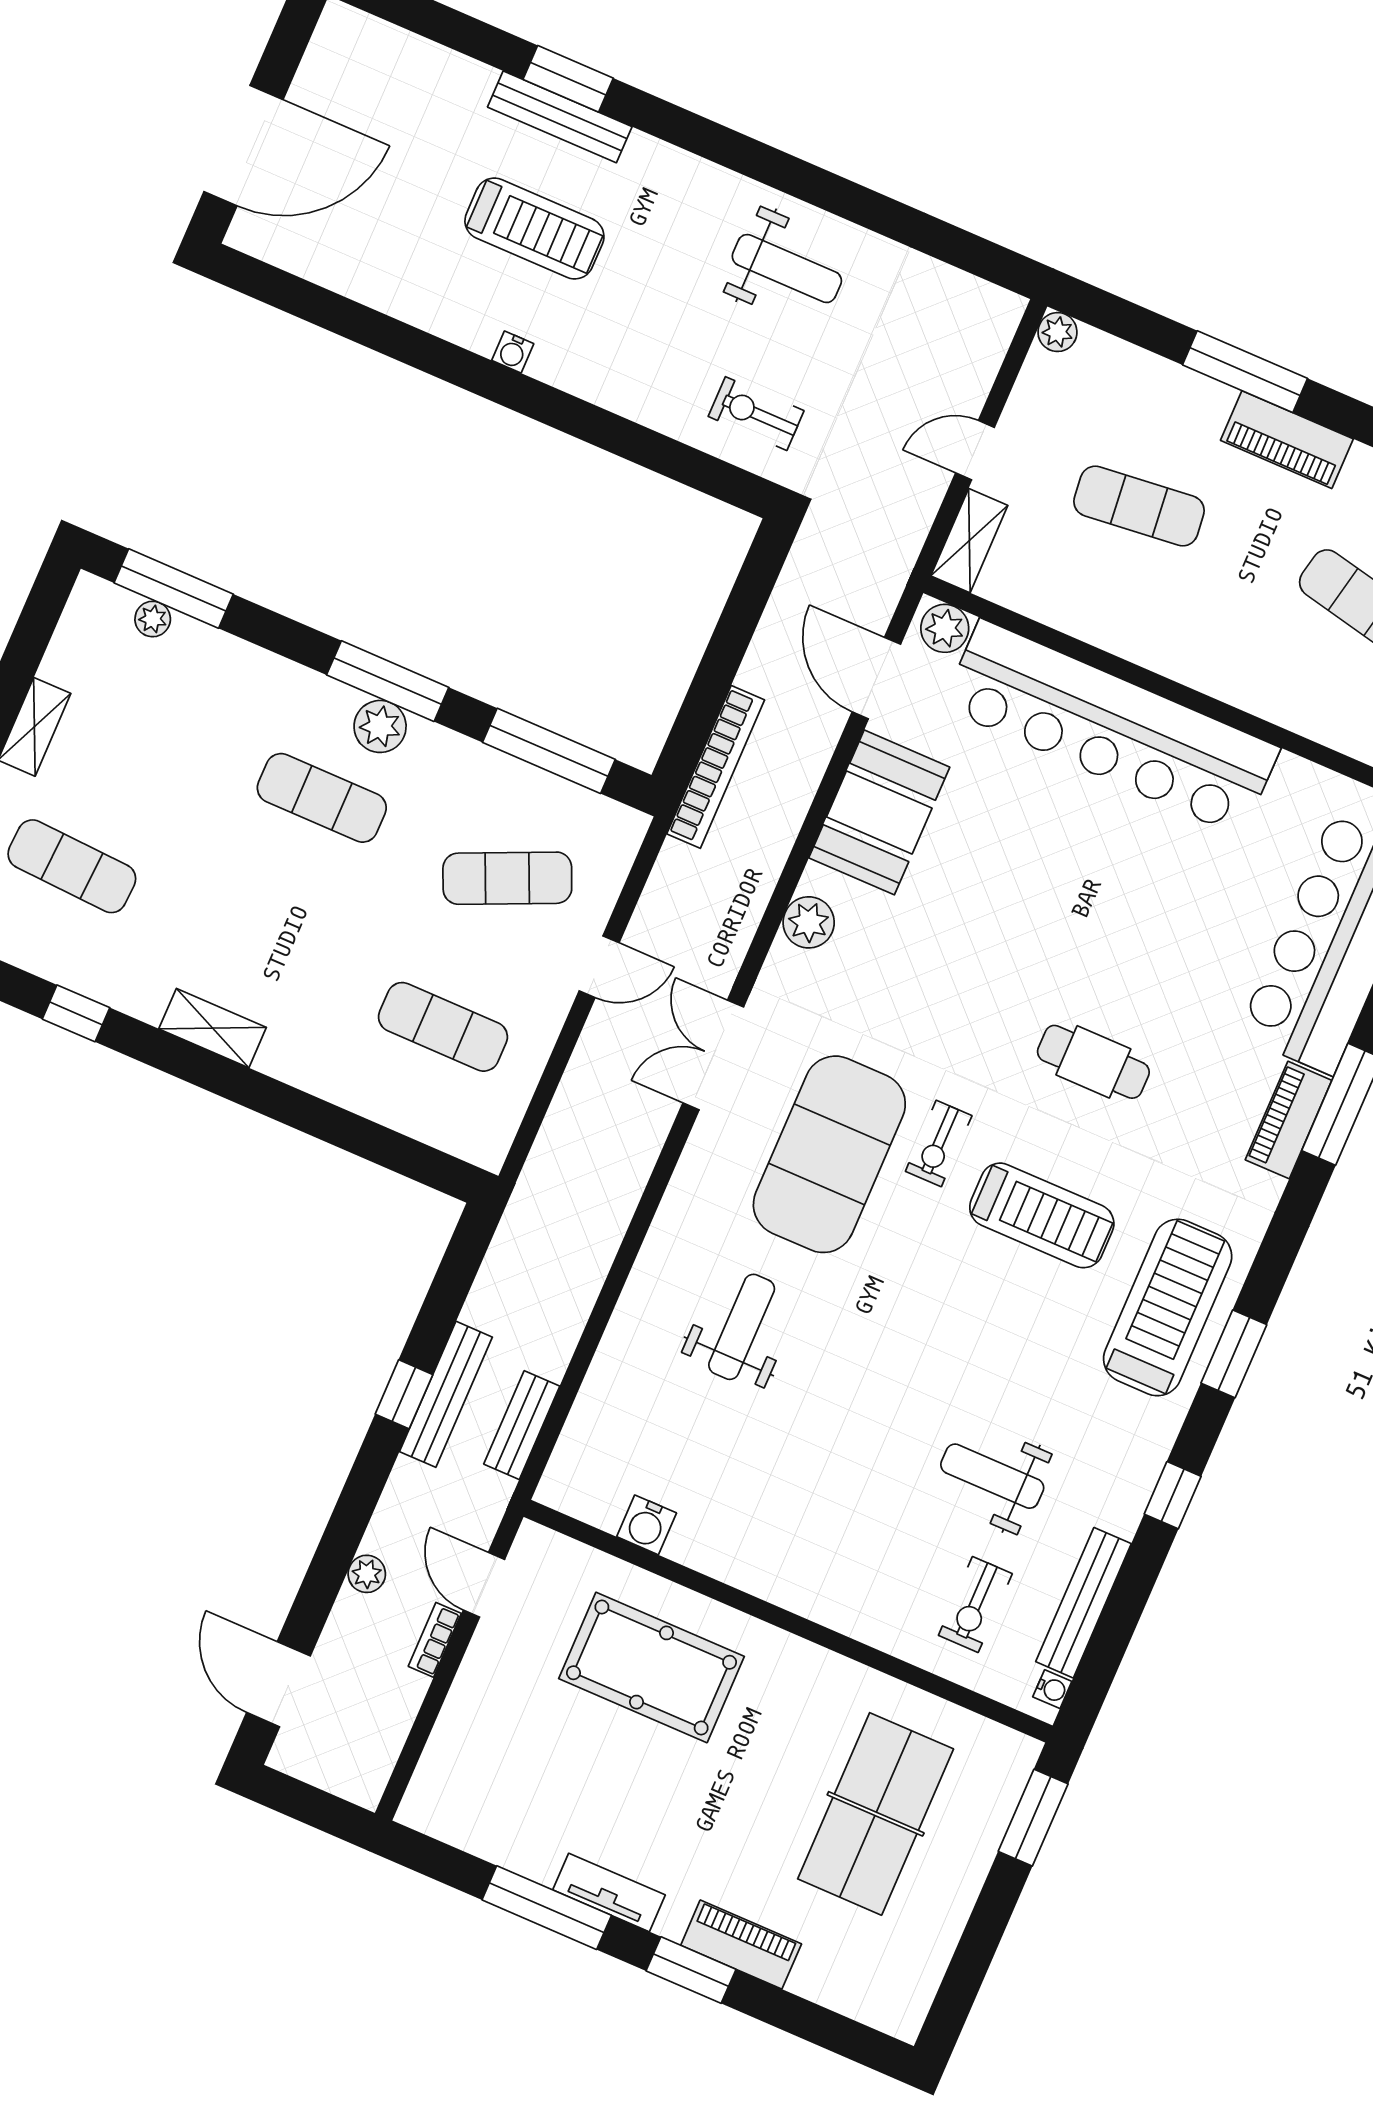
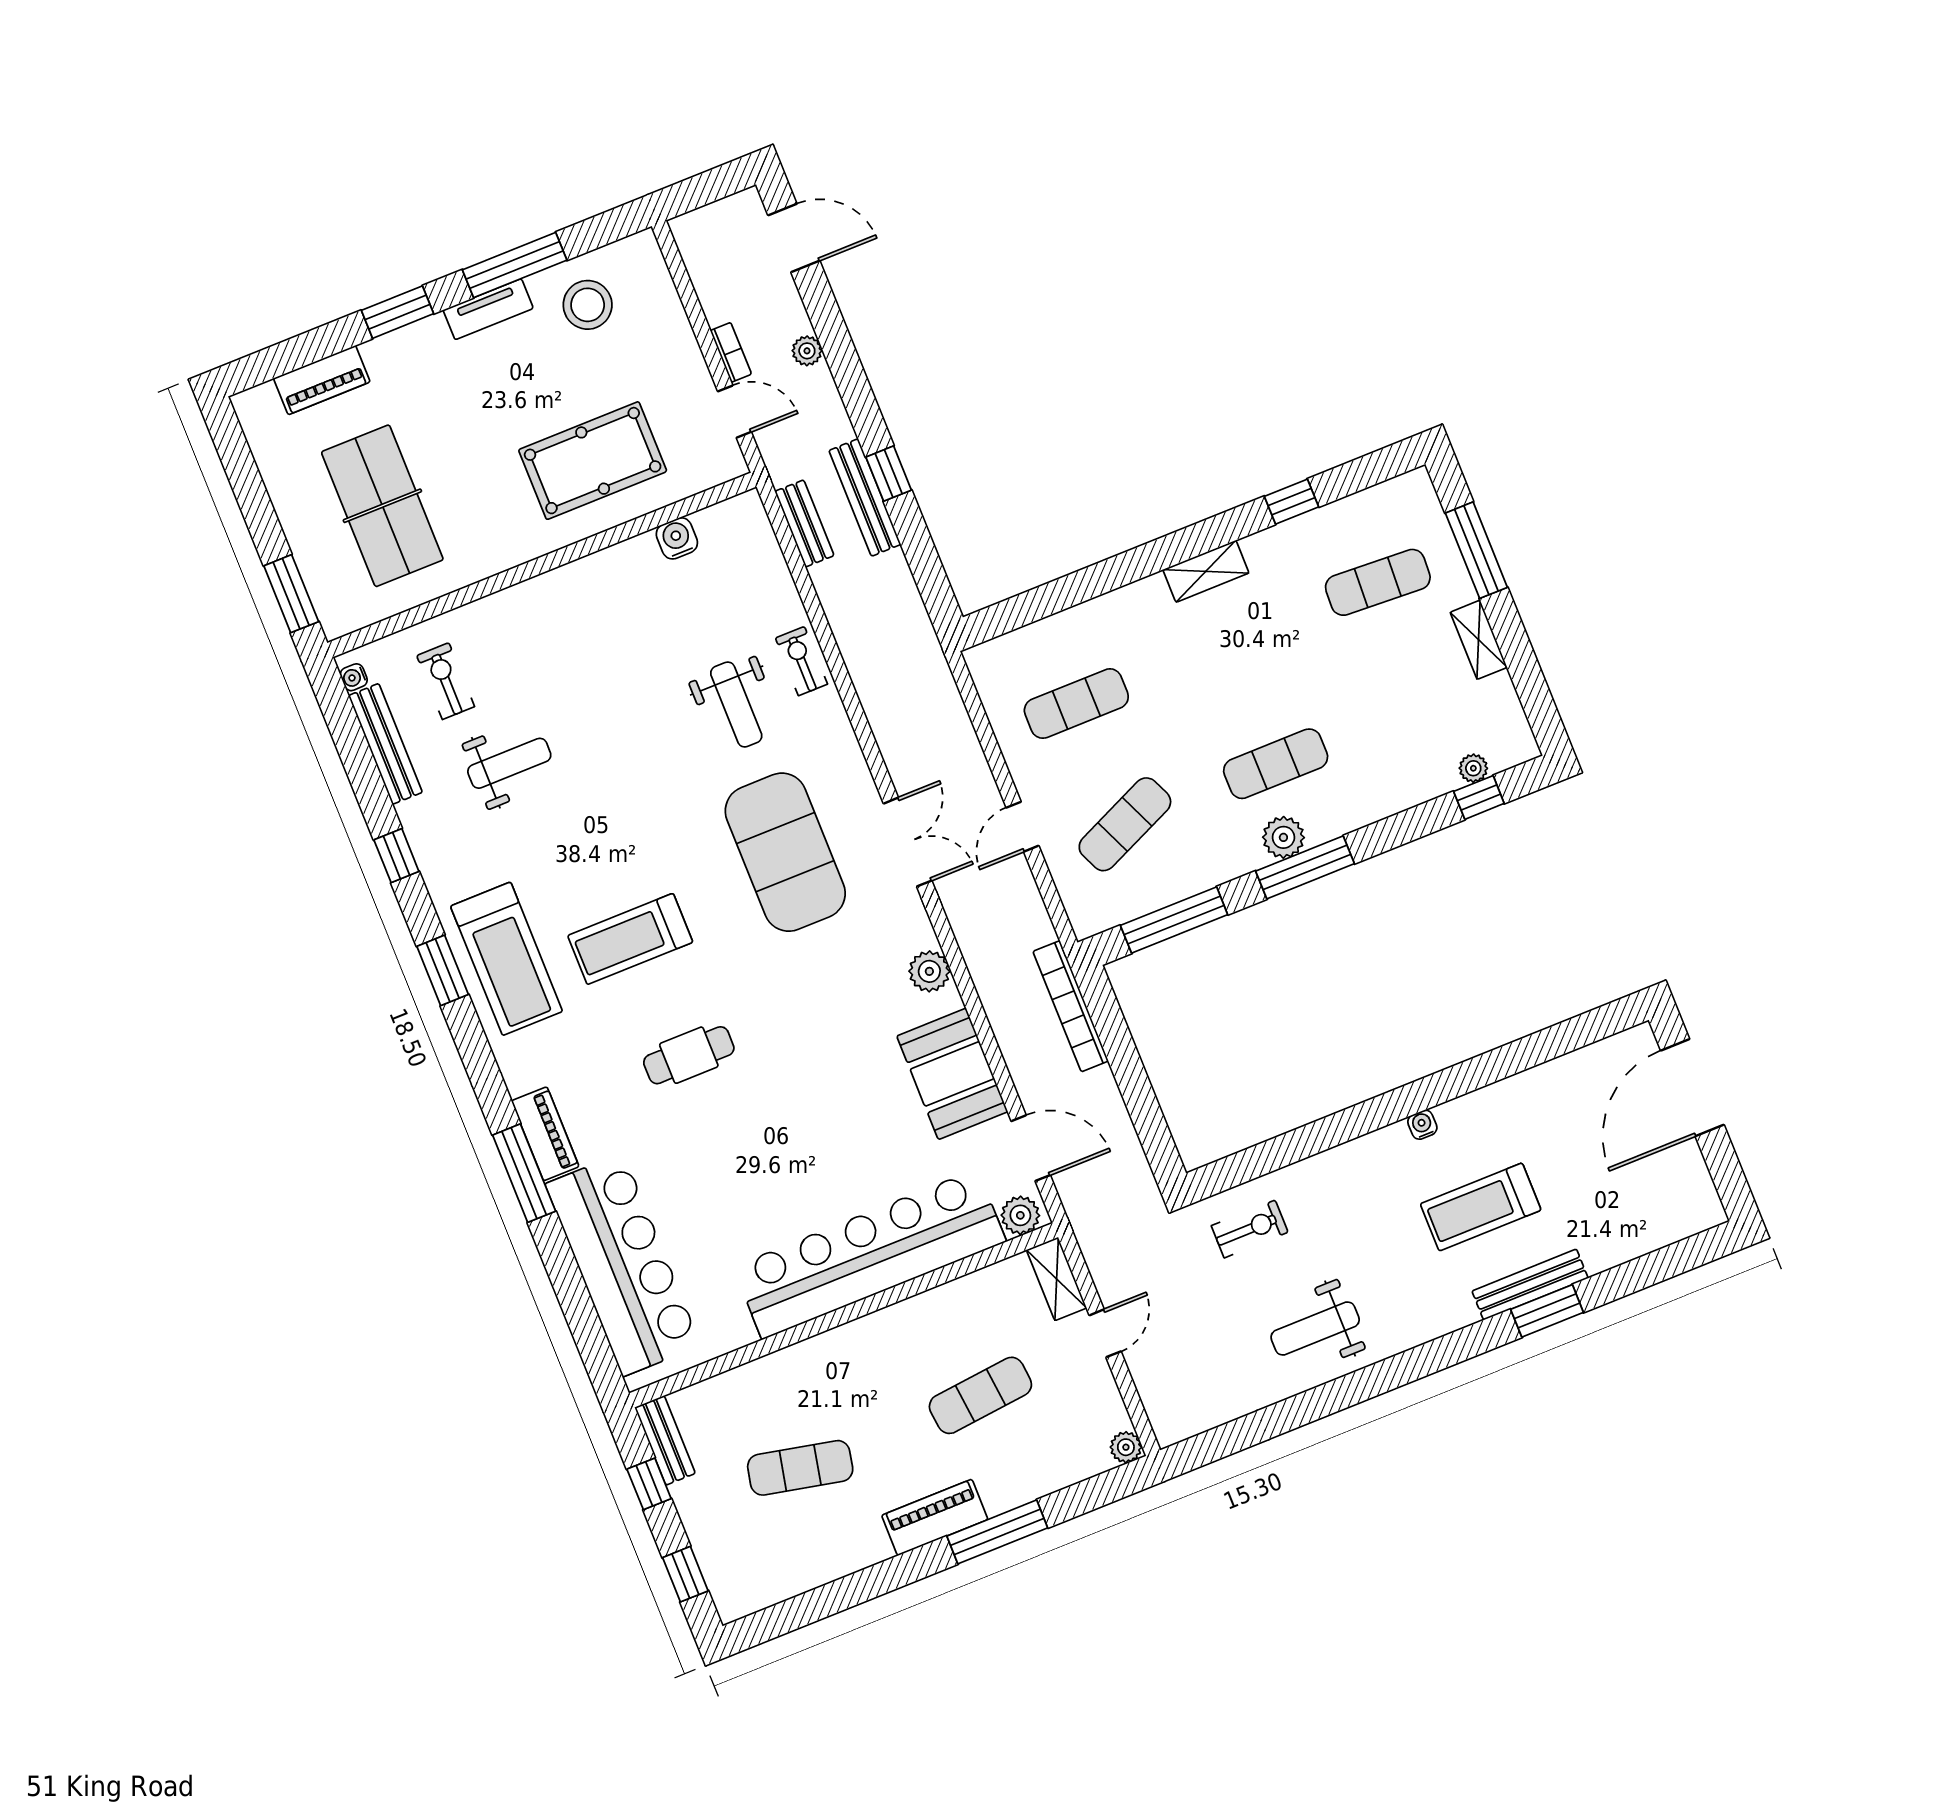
window: (174, 588) -> (1479, 797), width x0.46
exercise bike: (939, 1143) -> (801, 661), moved
stool: (518, 1808) -> (588, 305), added
piano: (741, 1945) -> (322, 380), moved

